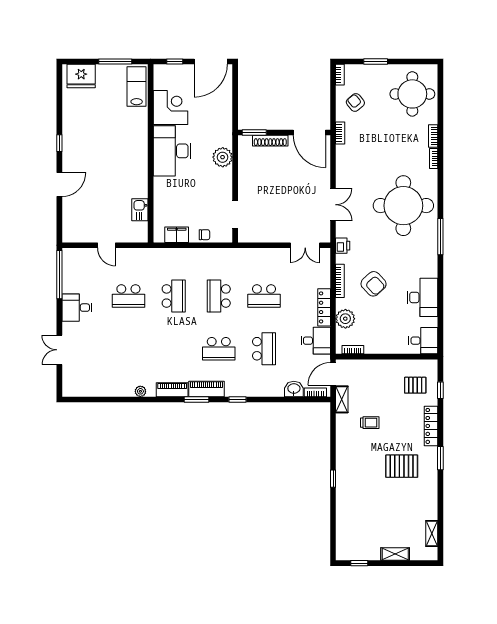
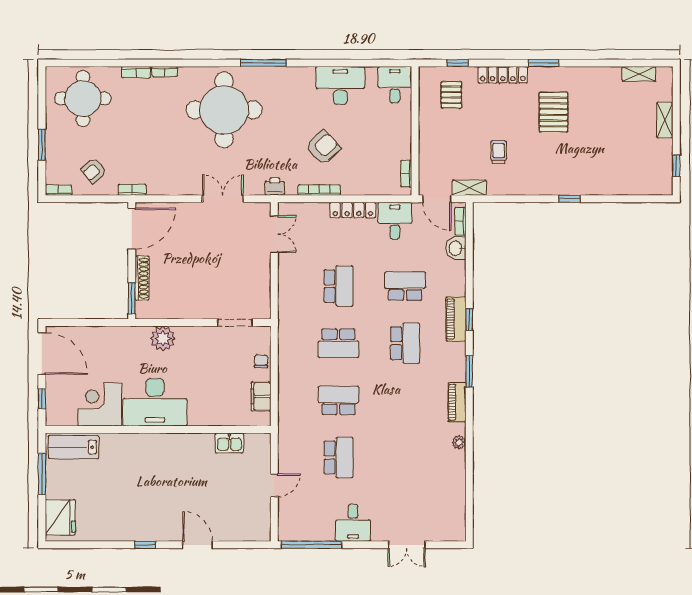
plant: (345, 319) -> (367, 183), removed
piano: (207, 389) -> (456, 319), moved

